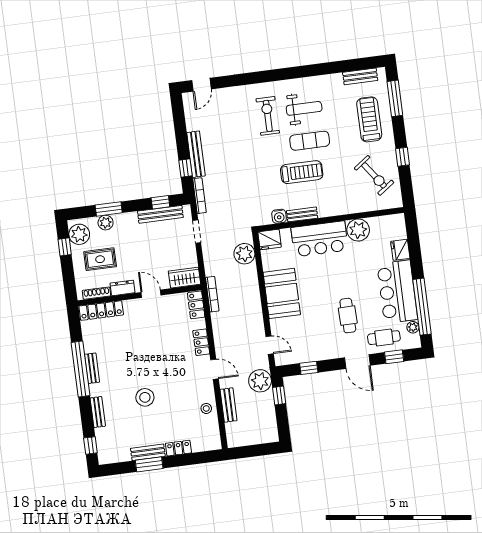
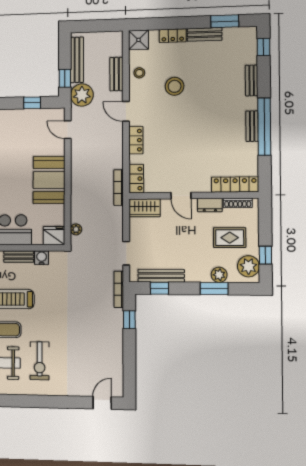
bench: (196, 154) -> (77, 60), moved
plant: (244, 254) -> (76, 229), width x0.53, depth x0.53
stool: (145, 397) -> (175, 86), moved
shower: (211, 441) -> (139, 40), added
window: (149, 464) -> (225, 21), moved

